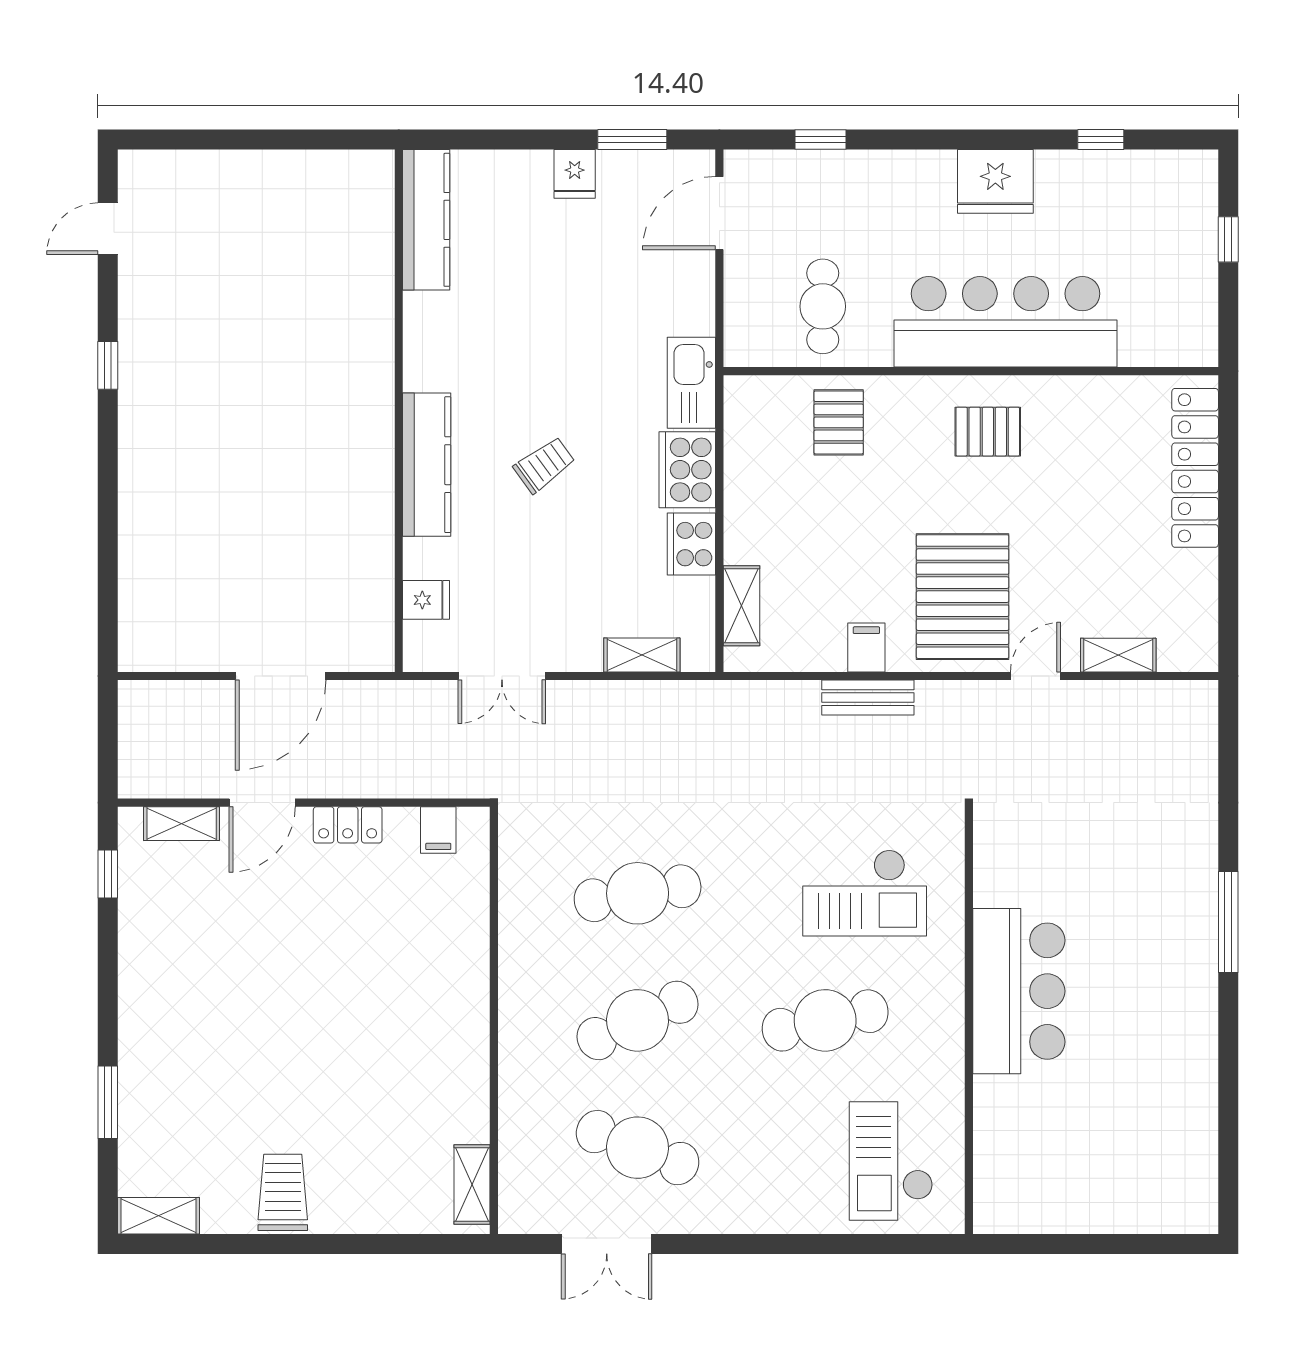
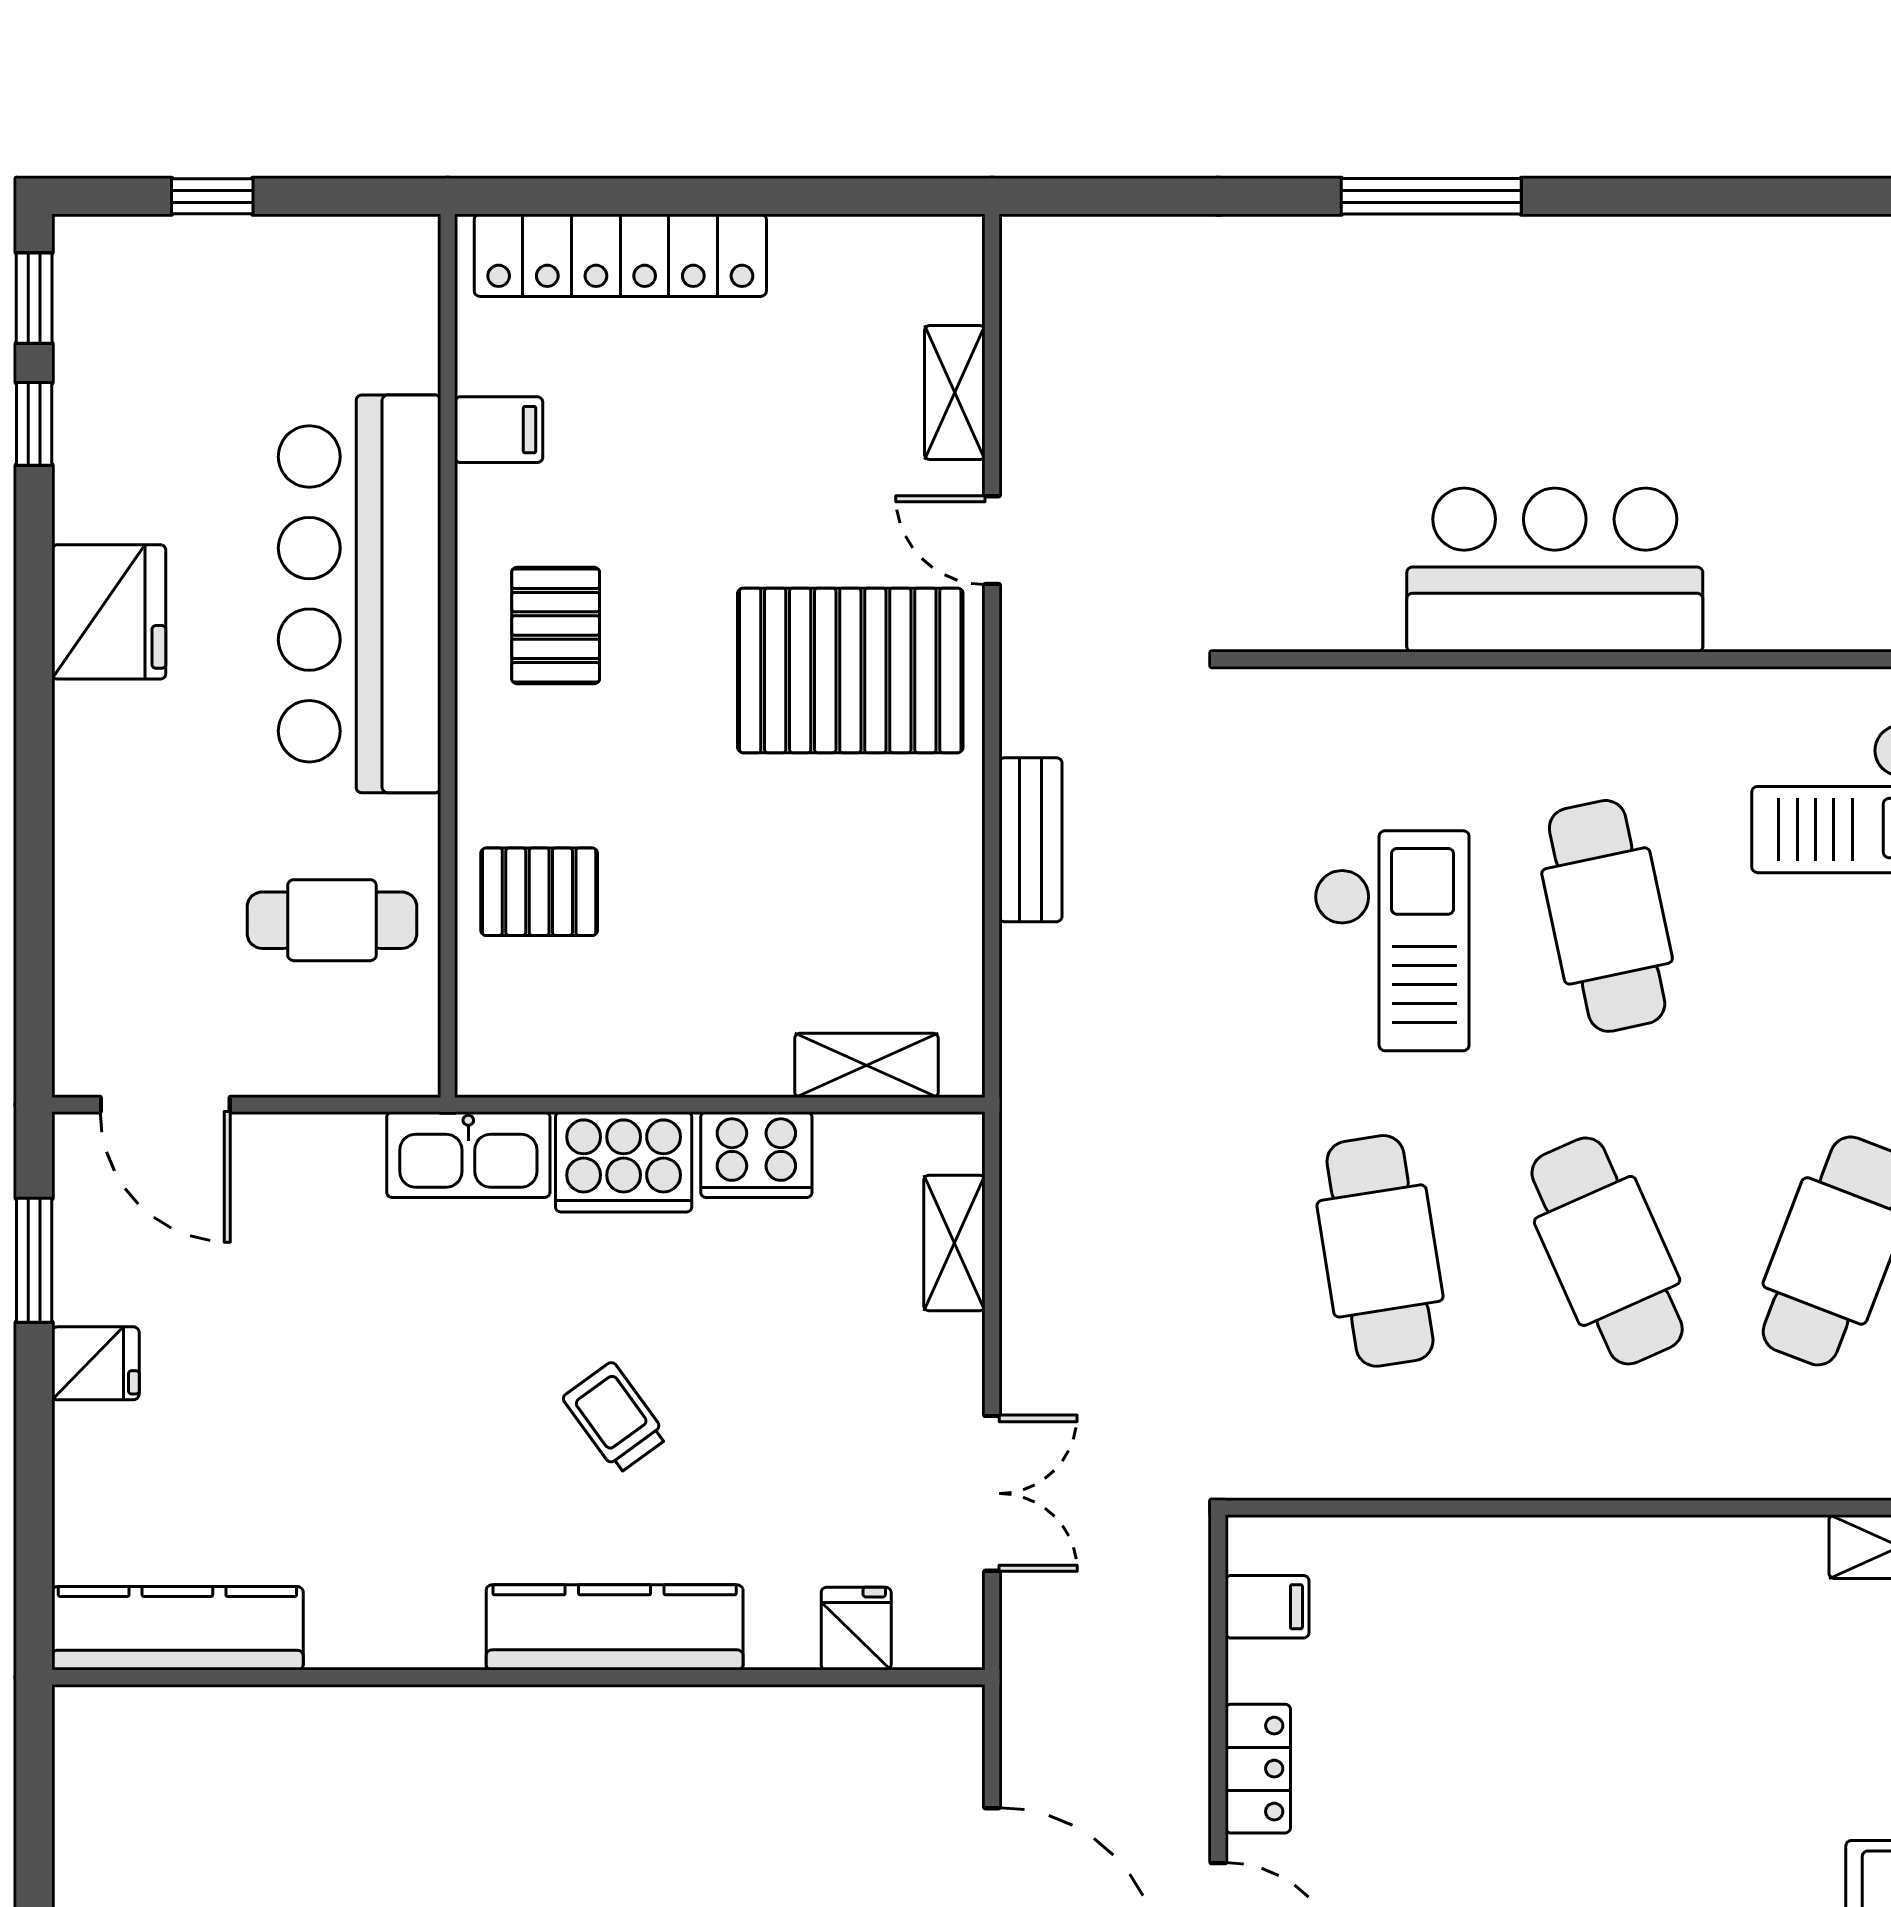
window: (820, 140) -> (34, 298), moved
filing cabinet: (866, 647) -> (499, 430), moved, turned 180
checkout: (865, 893) -> (1392, 941), moved

